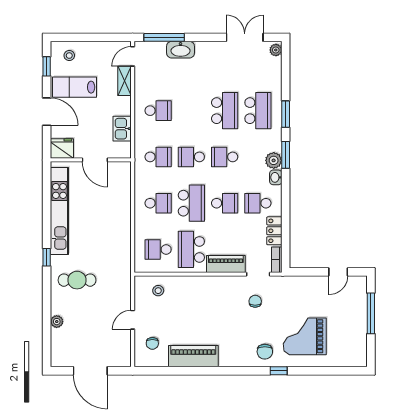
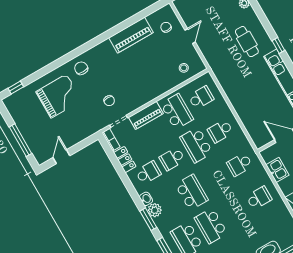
school desk: (158, 111) -> (259, 198), turned 180
school desk: (191, 157) -> (216, 178), removed
school desk: (225, 157) -> (192, 192), width x1.85
cafe table: (77, 280) -> (247, 42), turned 90
window: (279, 371) -> (16, 88), moved

